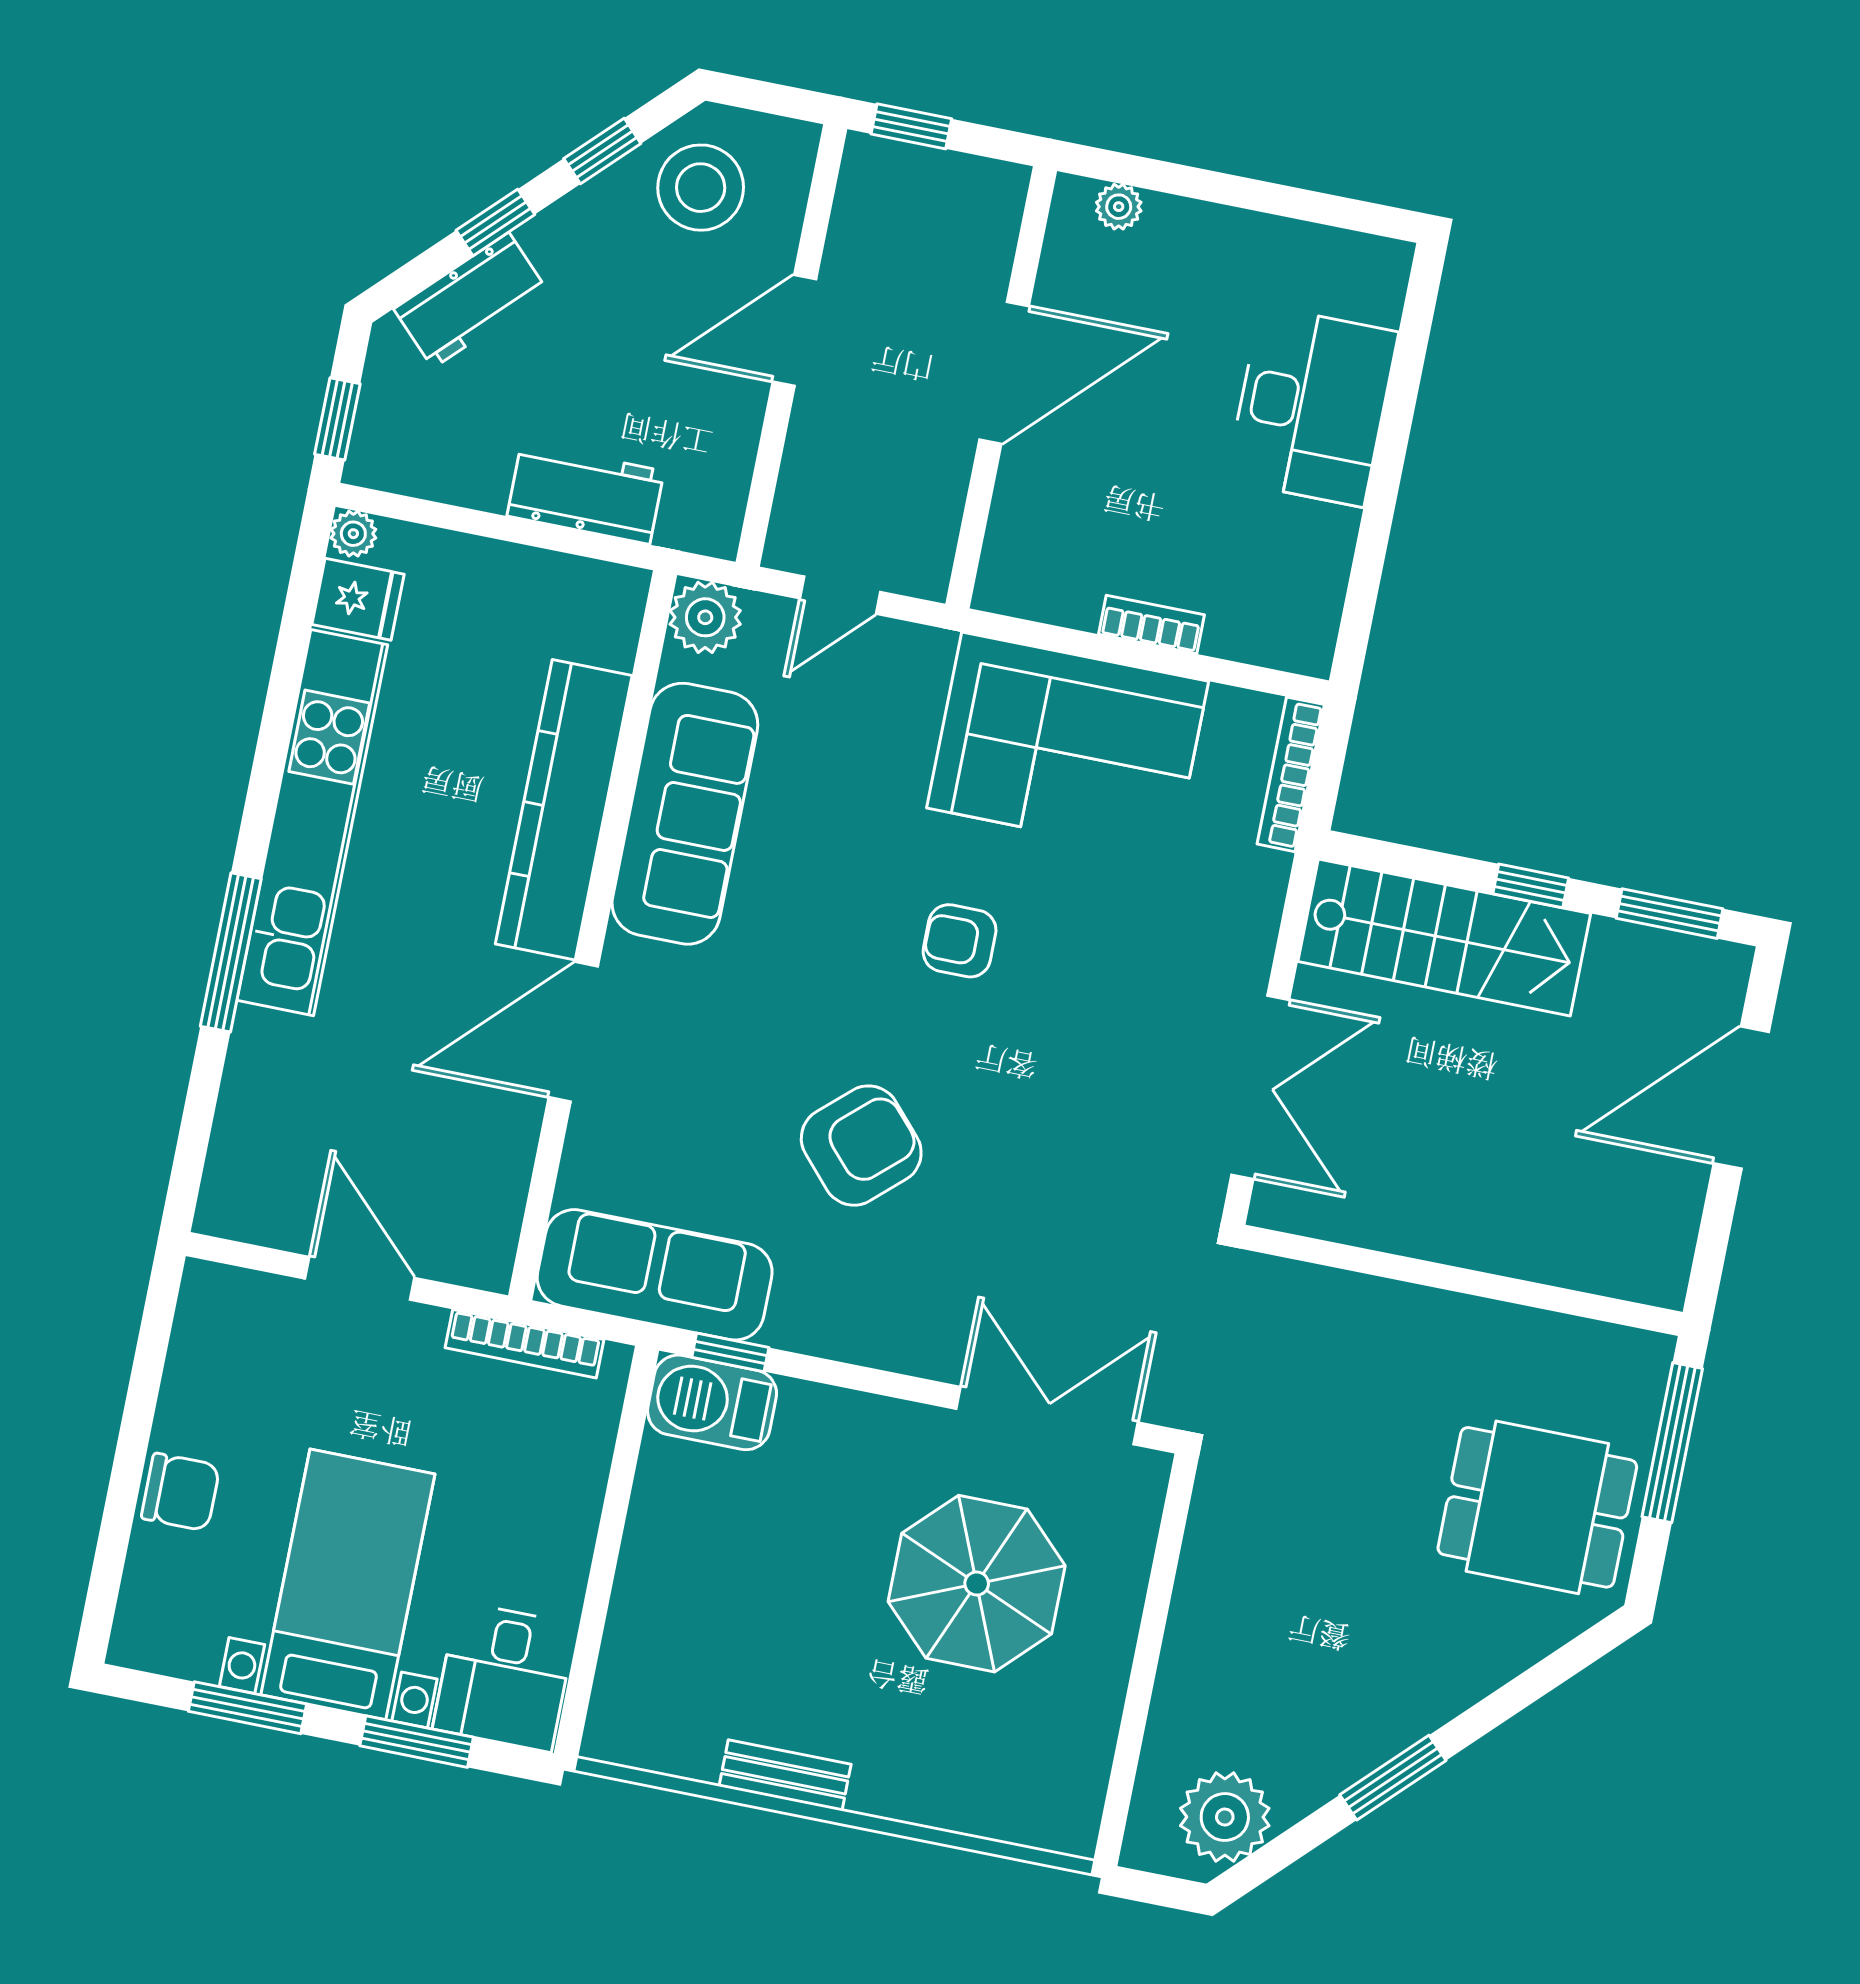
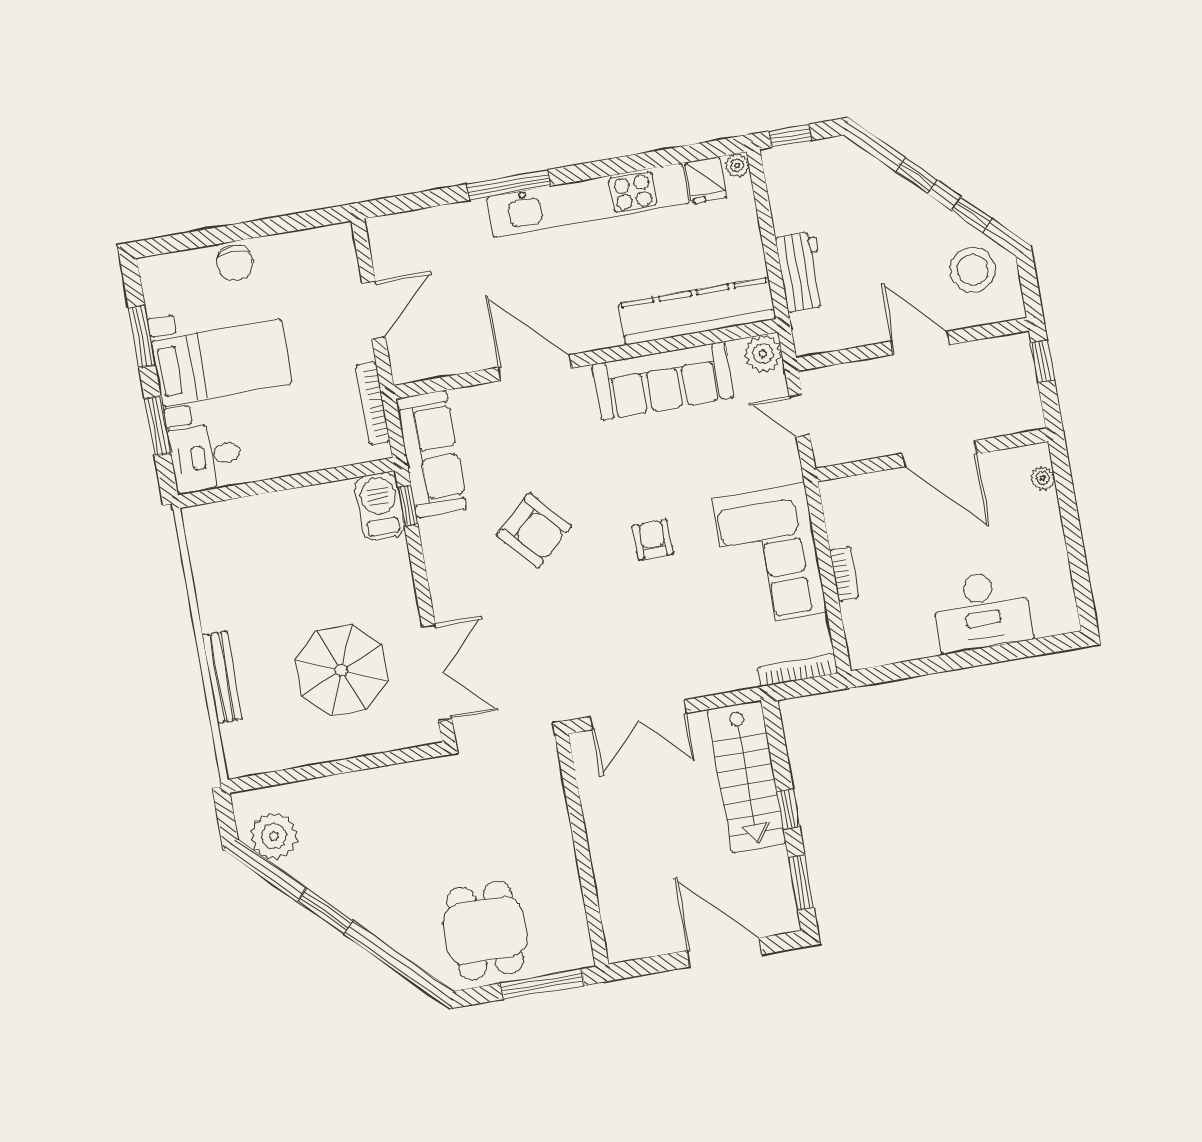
workbench: (471, 300) -> (874, 179), removed
kitchen counter: (564, 810) -> (697, 311), moved
bench: (785, 1775) -> (222, 677), moved, width x1.36

